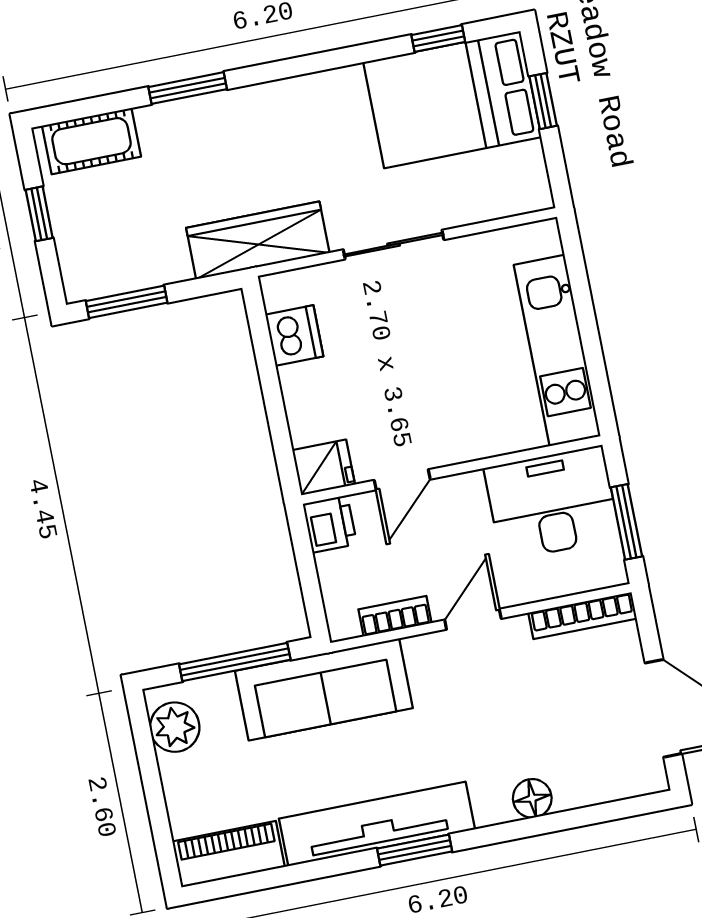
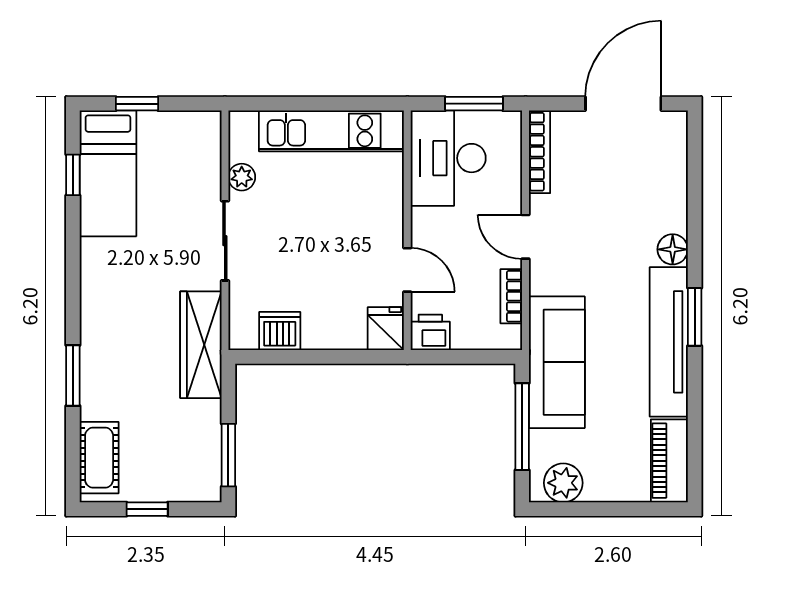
bed: (452, 100) -> (108, 173), width x0.67
plant: (477, 250) -> (242, 177), added
floor lamp: (532, 798) -> (673, 249), moved

